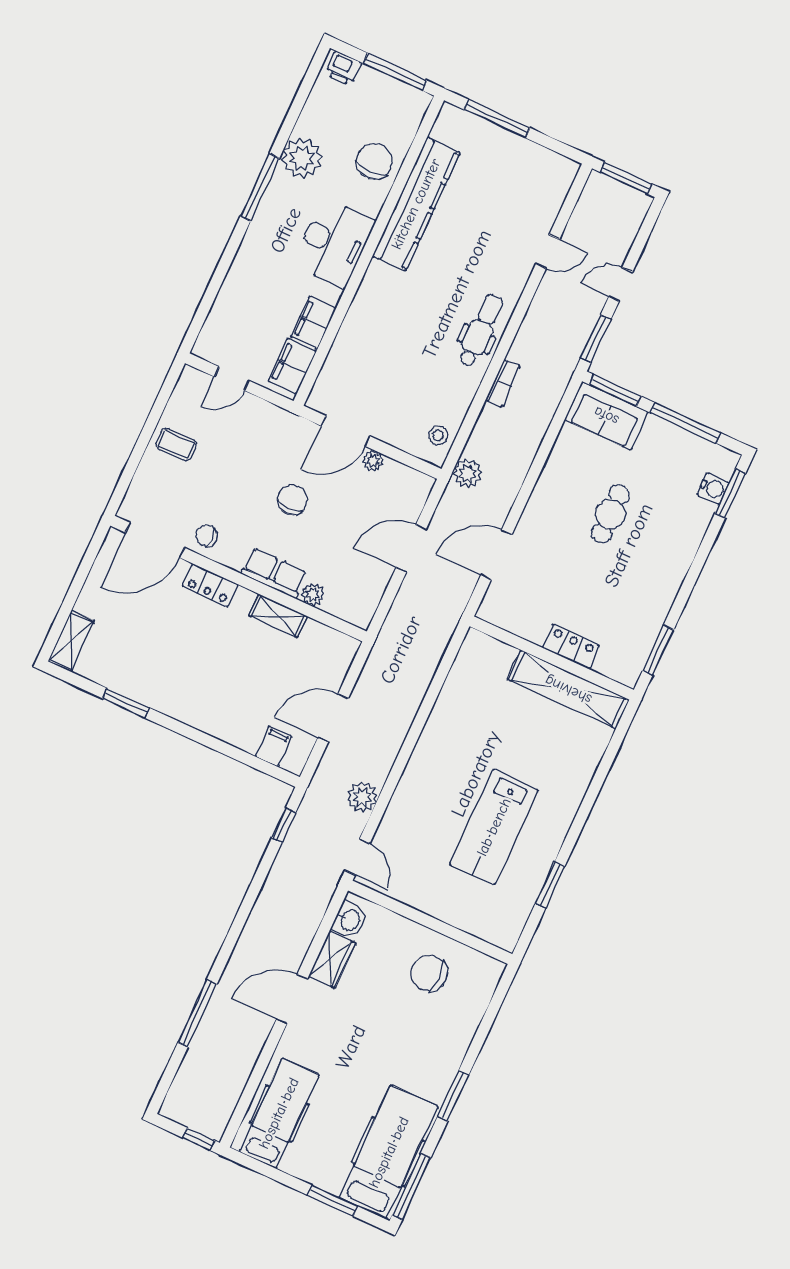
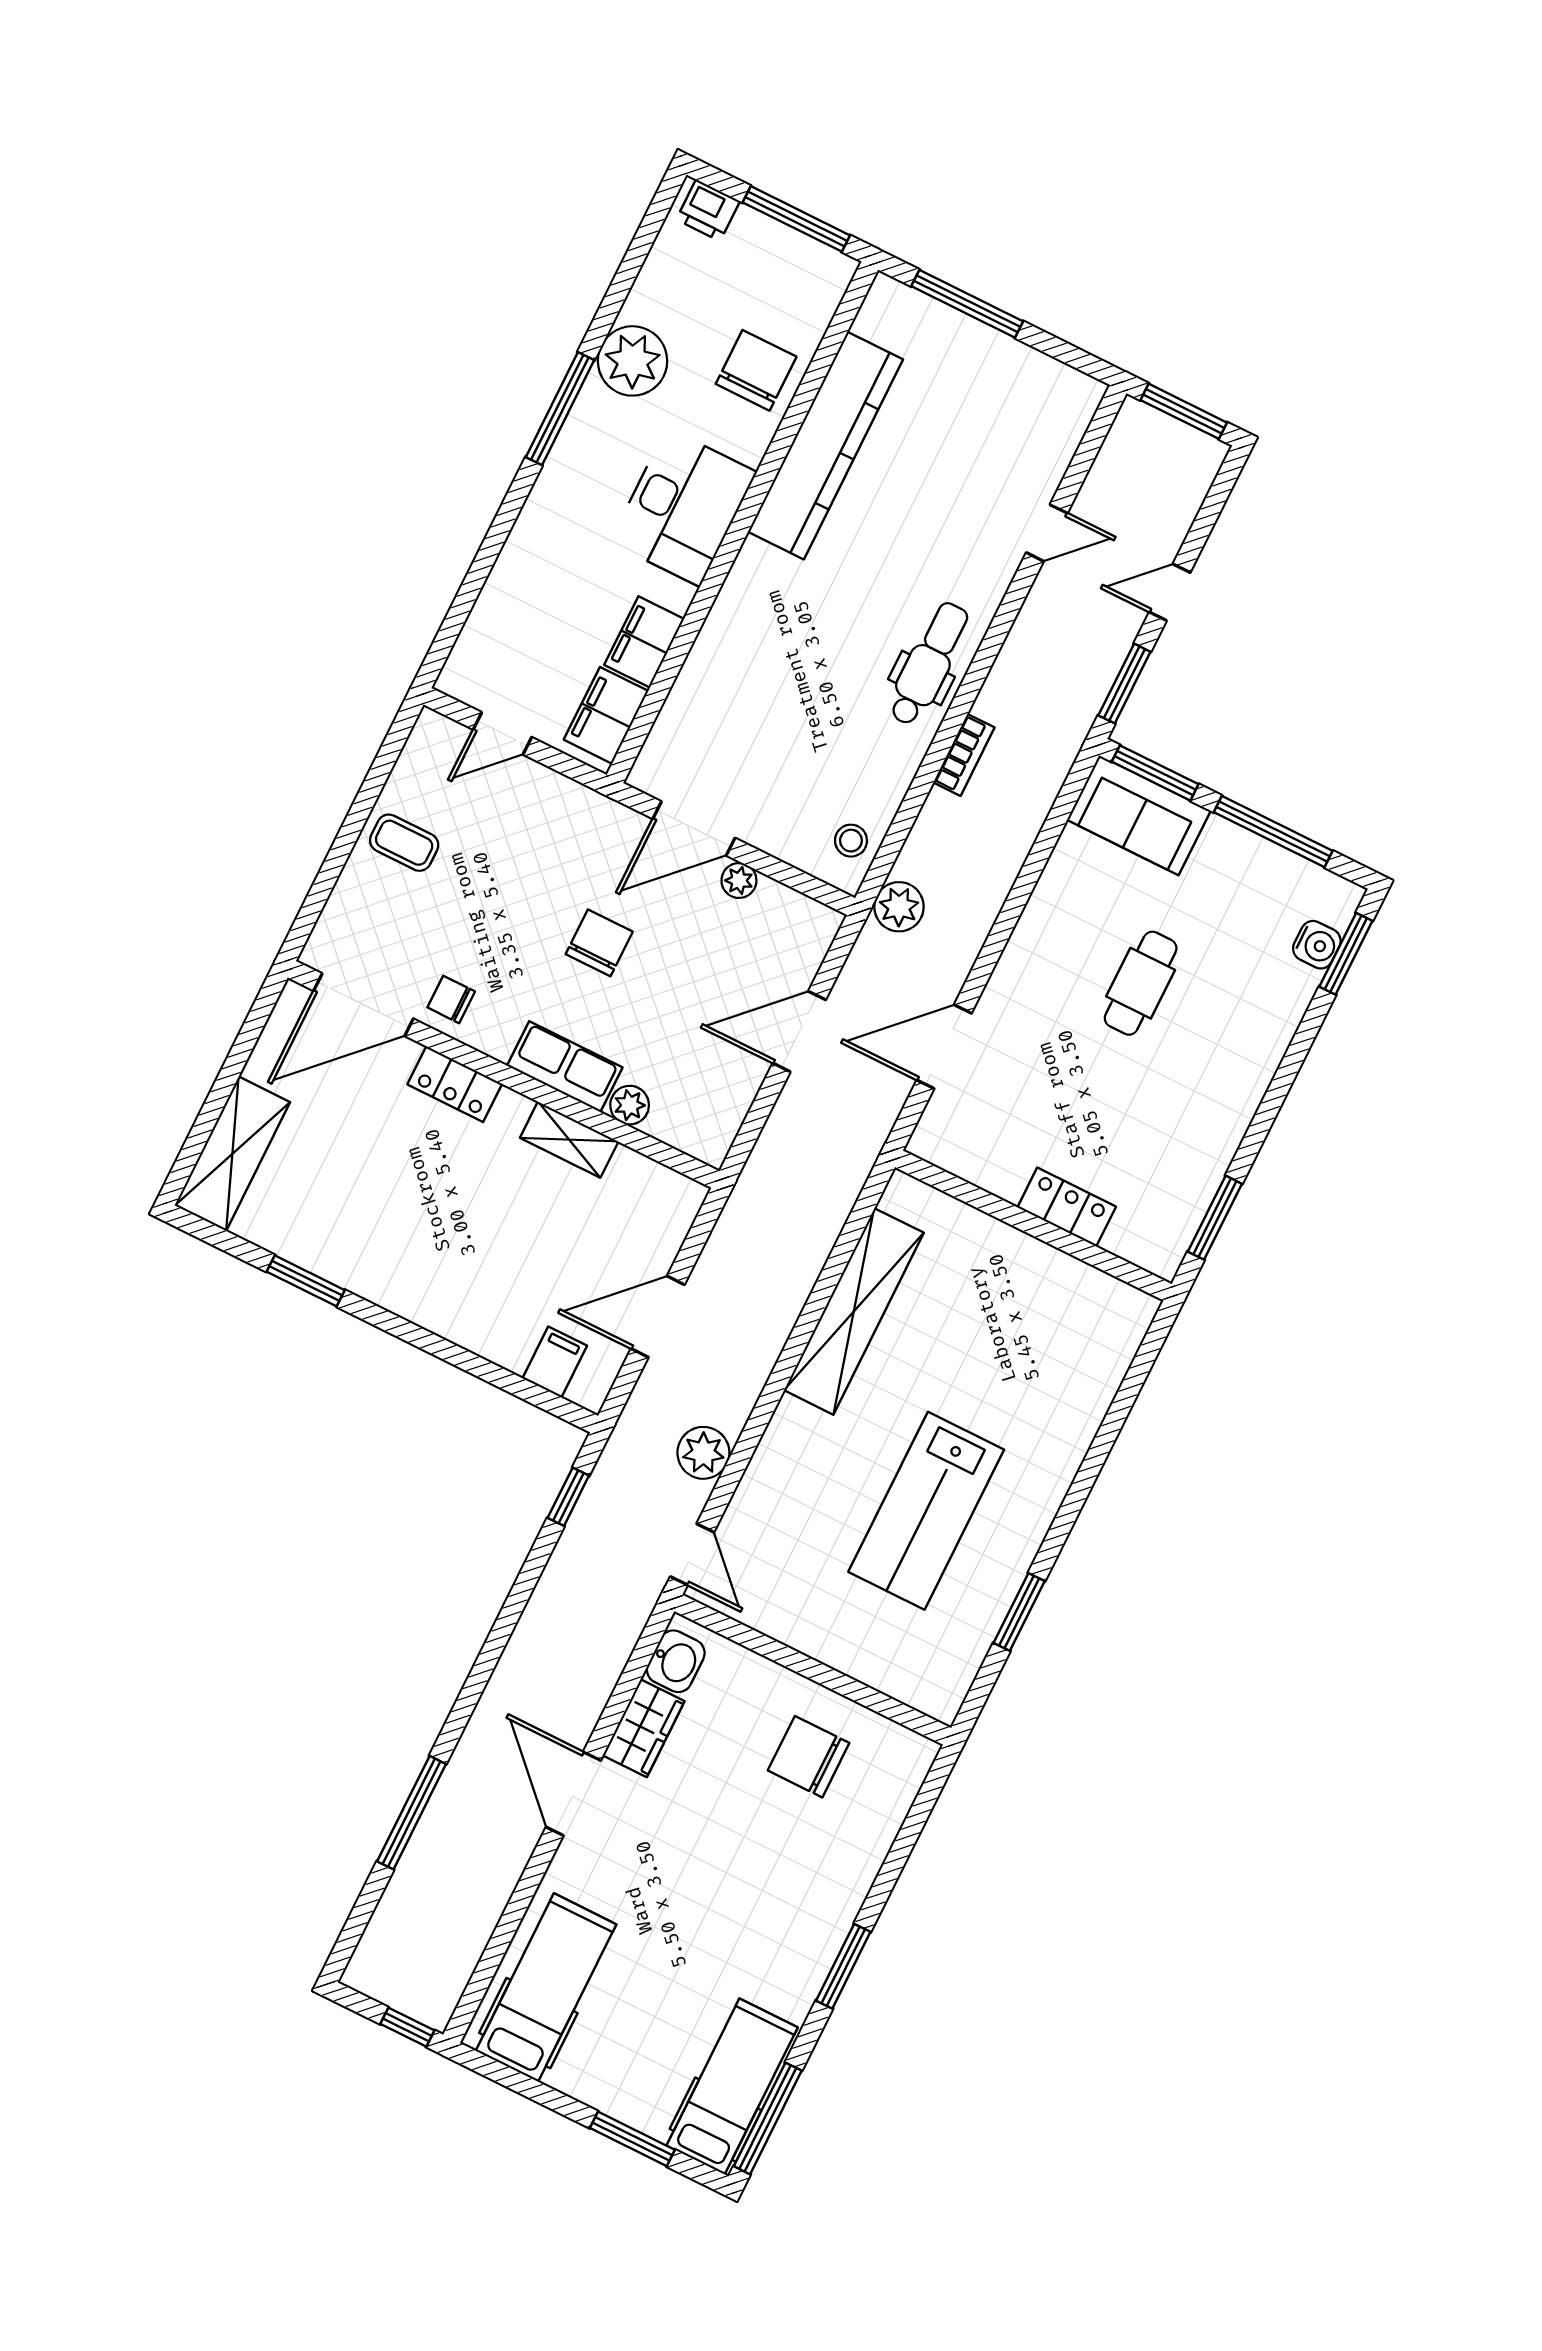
shelving: (71, 641) -> (232, 1154), width x1.50, depth x1.33
shelving: (568, 690) -> (854, 1311), moved, turned 90
door: (292, 999) -> (573, 1794), hinge flipped
hospital bed: (389, 1152) -> (732, 2086), width x0.73, depth x0.78

